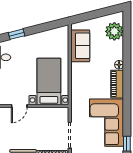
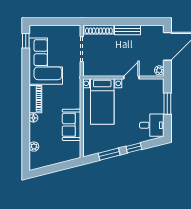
window: (42, 28) -> (109, 154), added
plant: (114, 31) -> (34, 147), width x0.53, depth x0.53
sofa: (80, 46) -> (72, 125), moved

